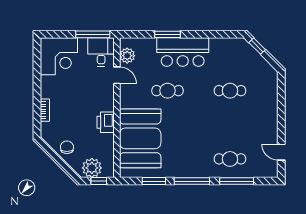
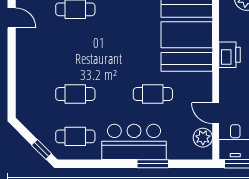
cafe table: (230, 57) -> (75, 136), added

